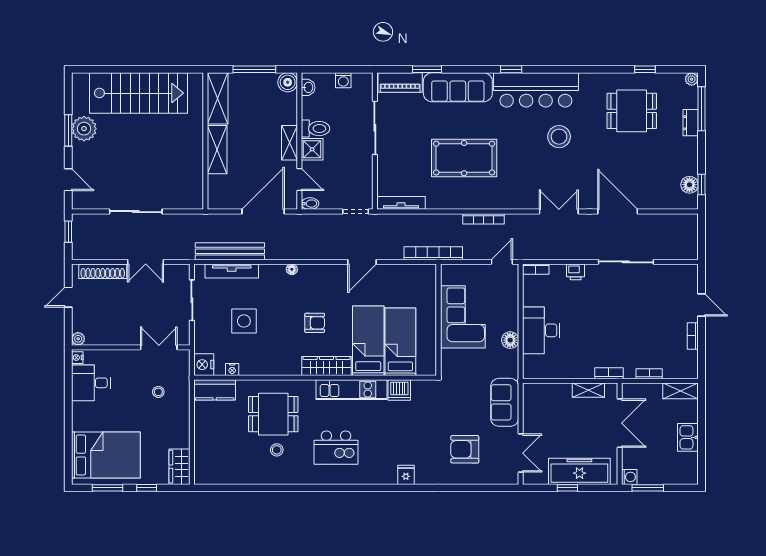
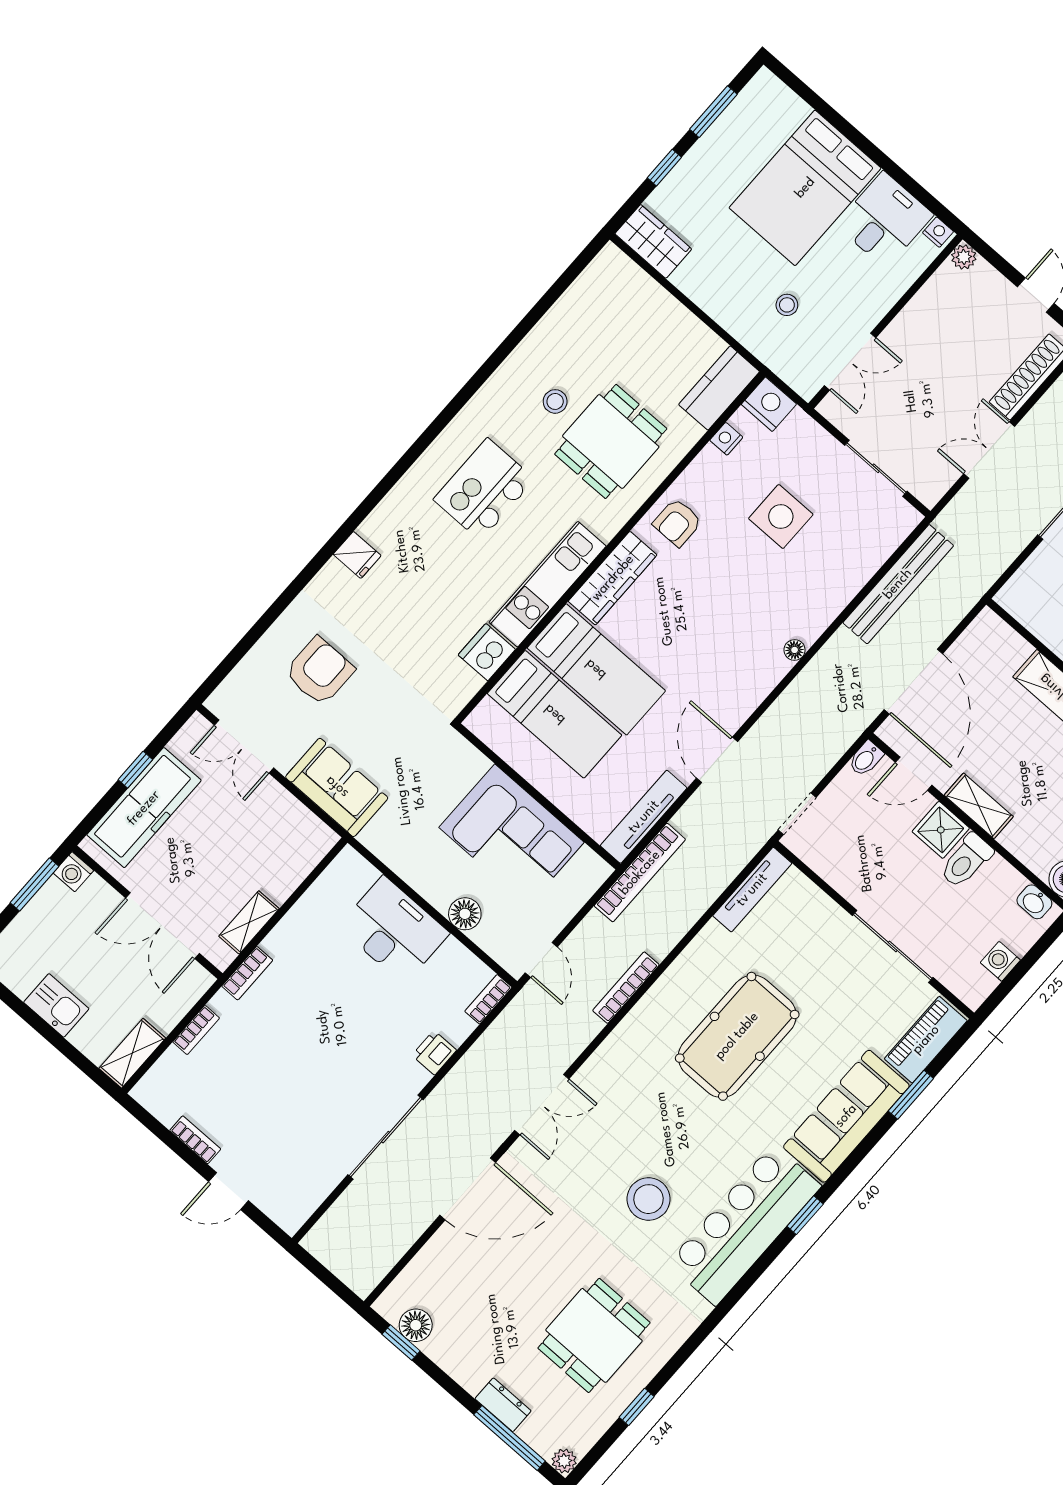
tv unit: (232, 271) -> (644, 817), moved
armchair: (315, 323) -> (677, 523), moved
floor lamp: (510, 340) -> (465, 914), moved
bed: (106, 455) -> (805, 188), moved

